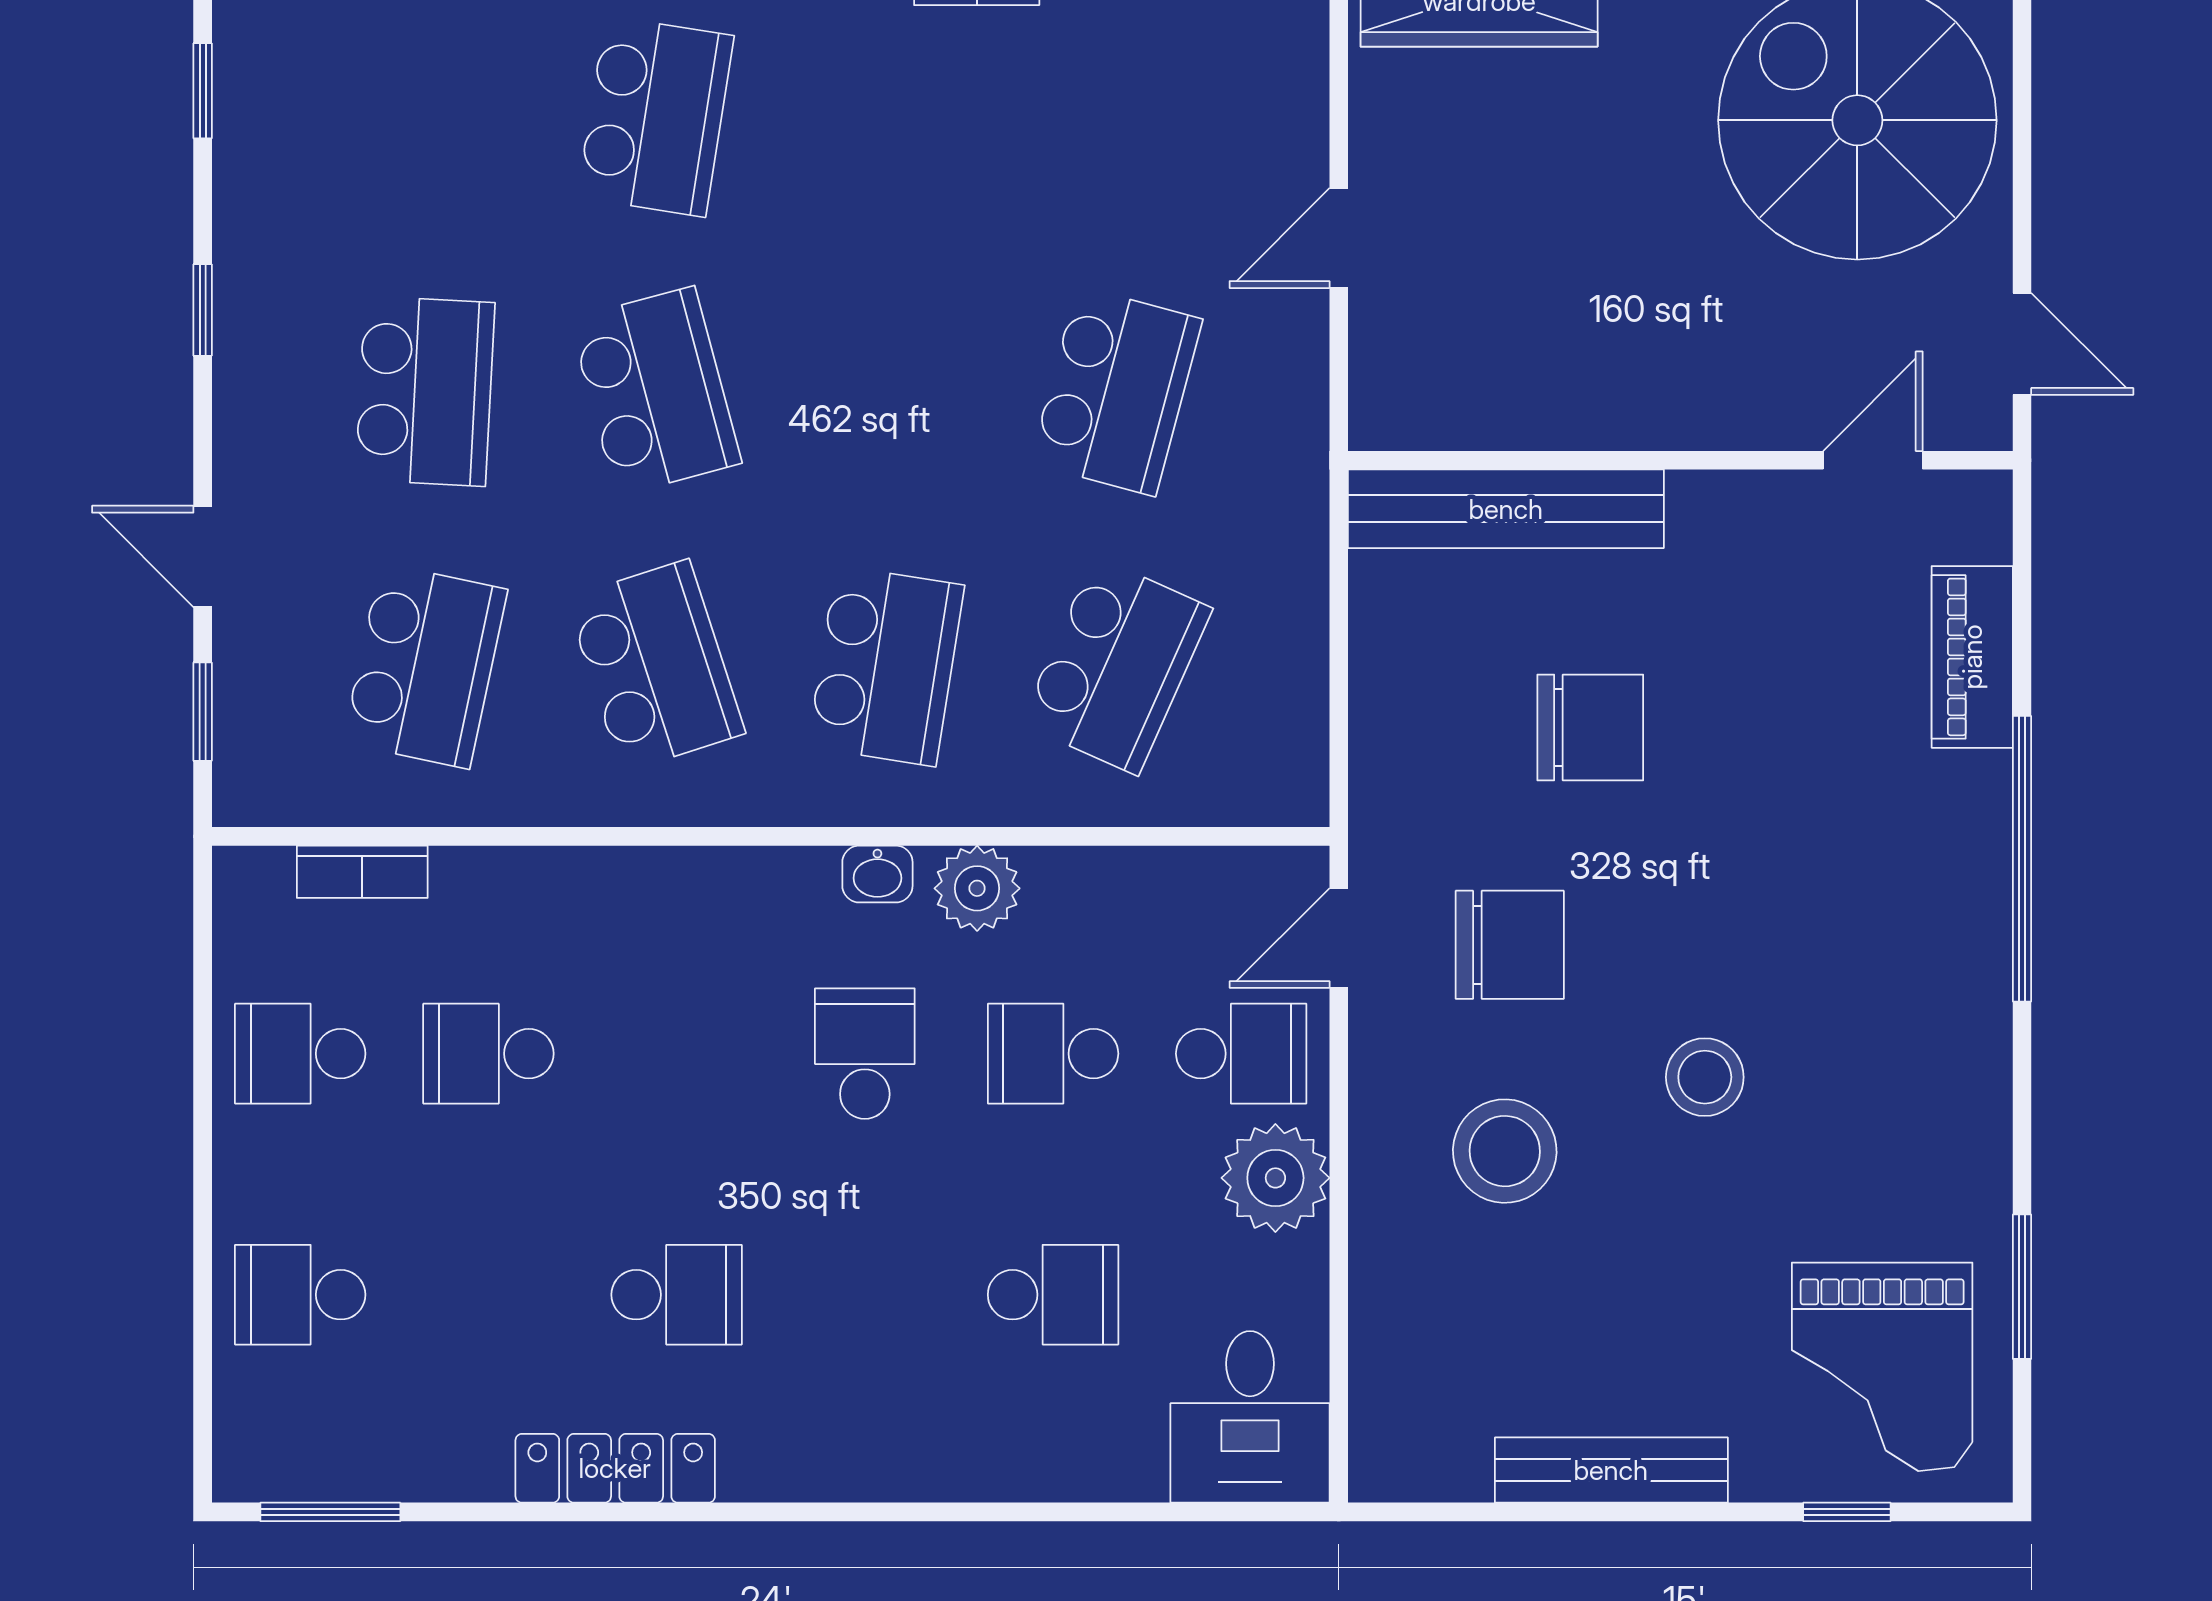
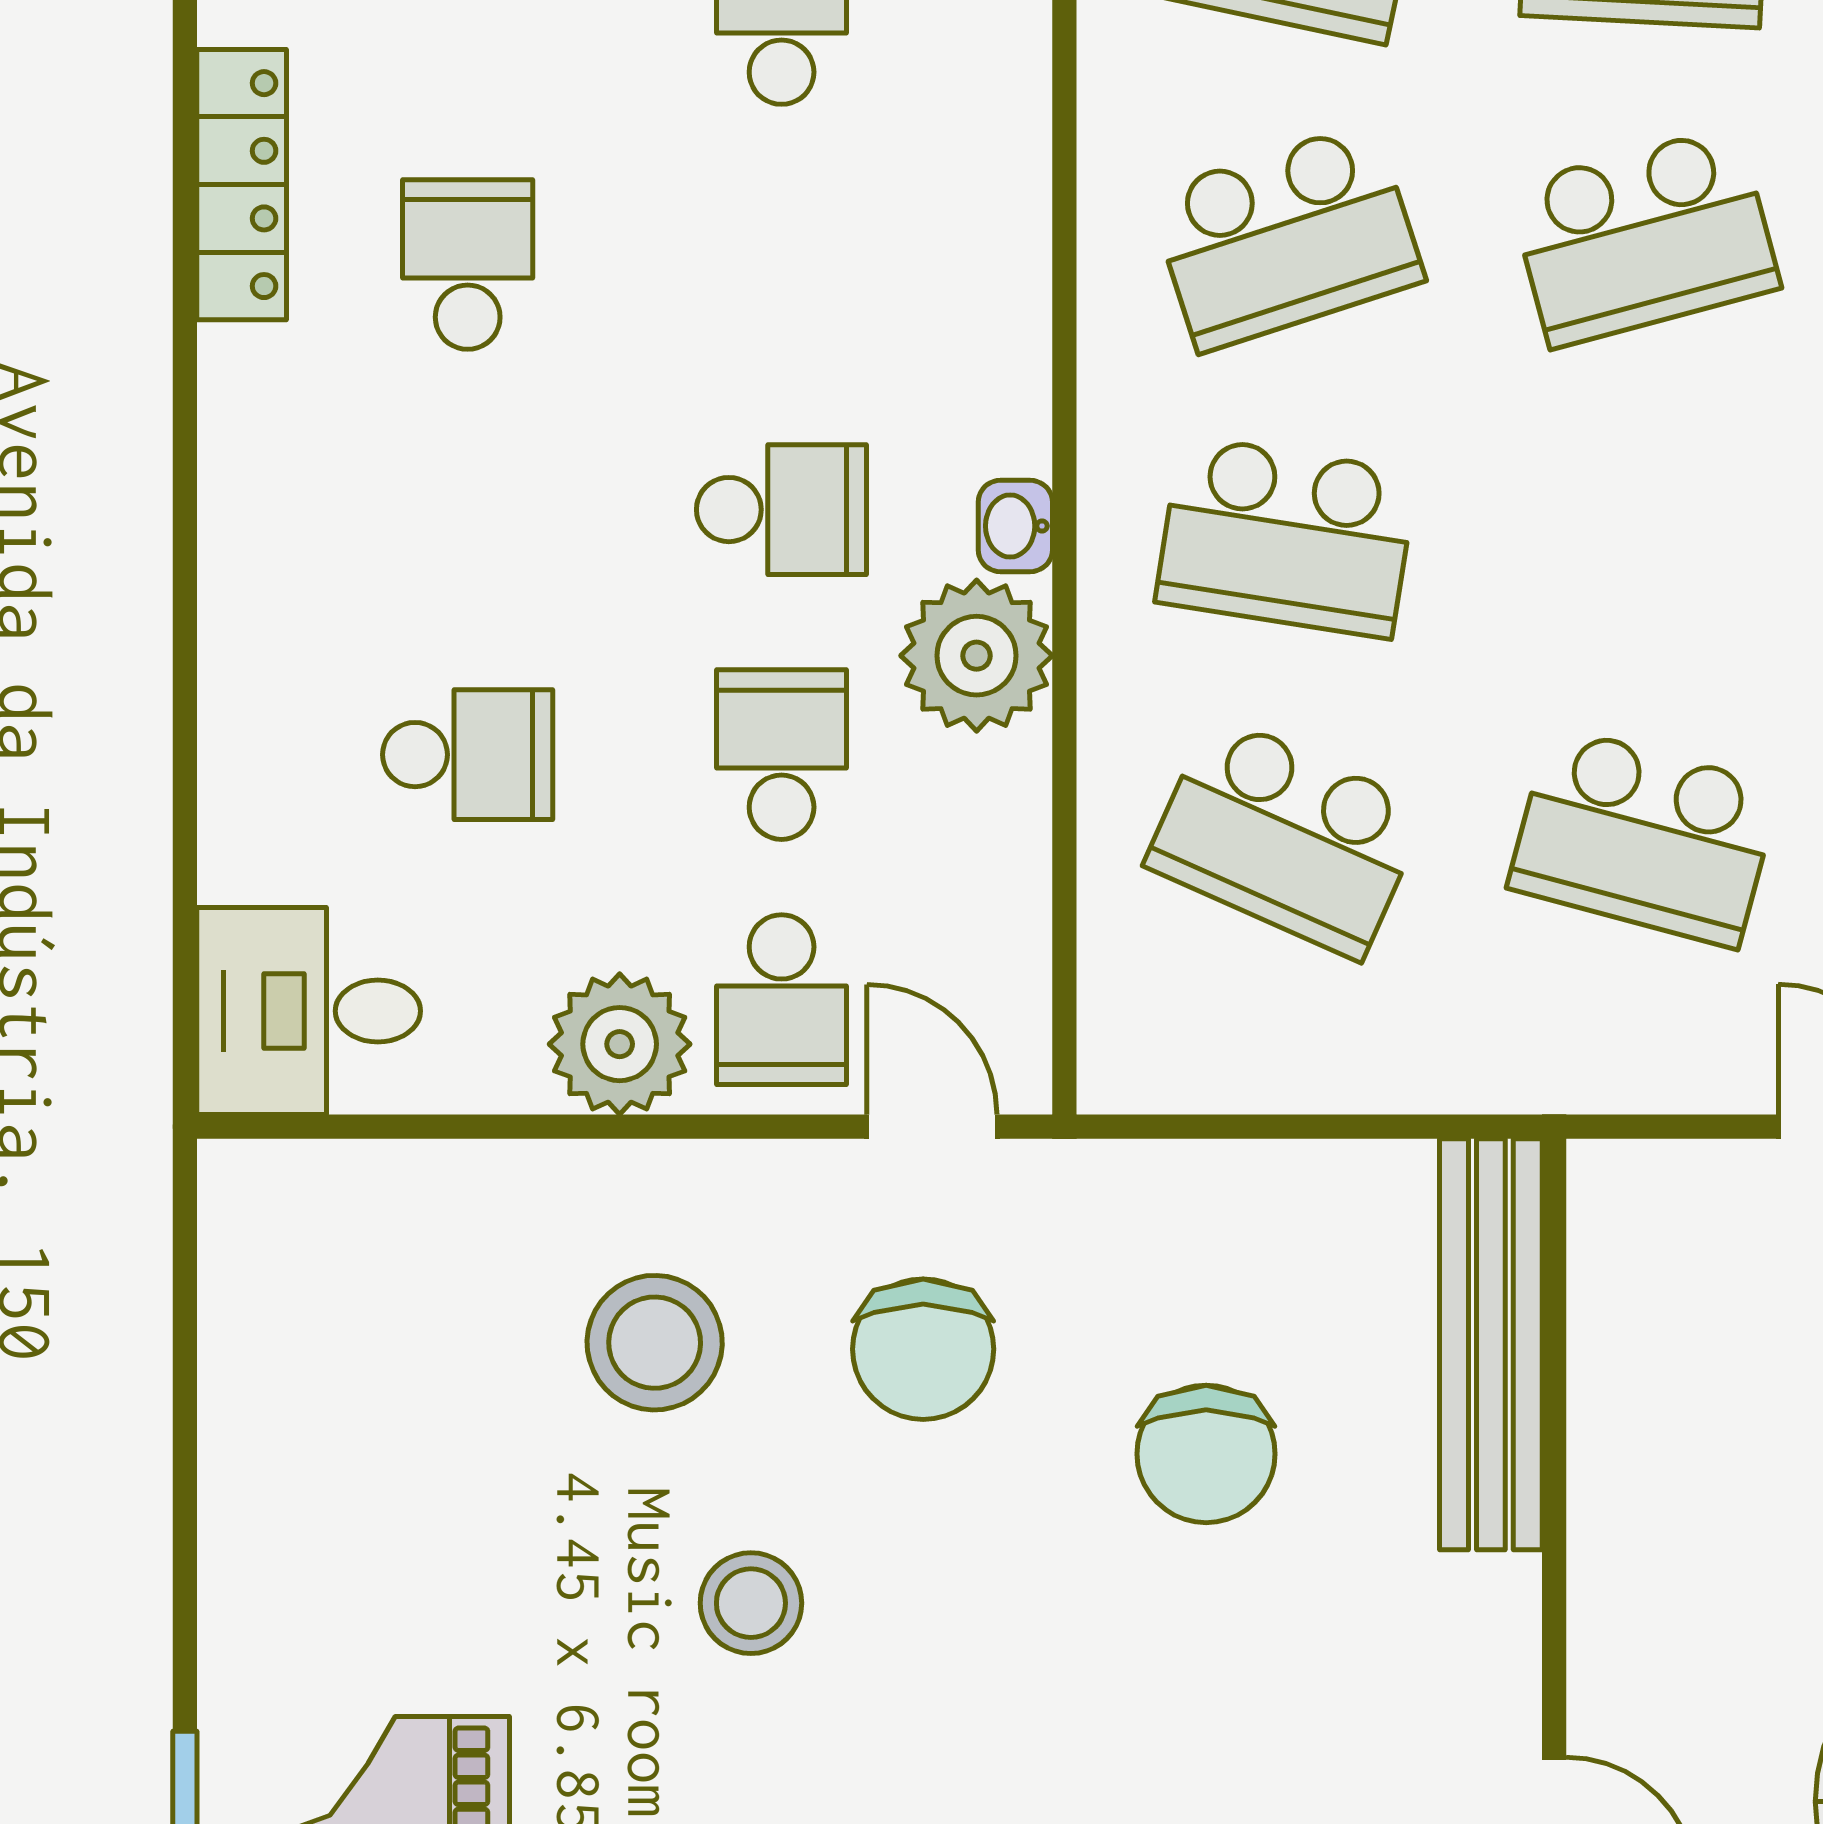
plant: (977, 888) -> (977, 656), width x1.36, depth x1.36
school desk: (677, 1295) -> (468, 265), turned 180
school desk: (1053, 1295) -> (468, 755), turned -90
bench: (1611, 1470) -> (239, 1481), removed

